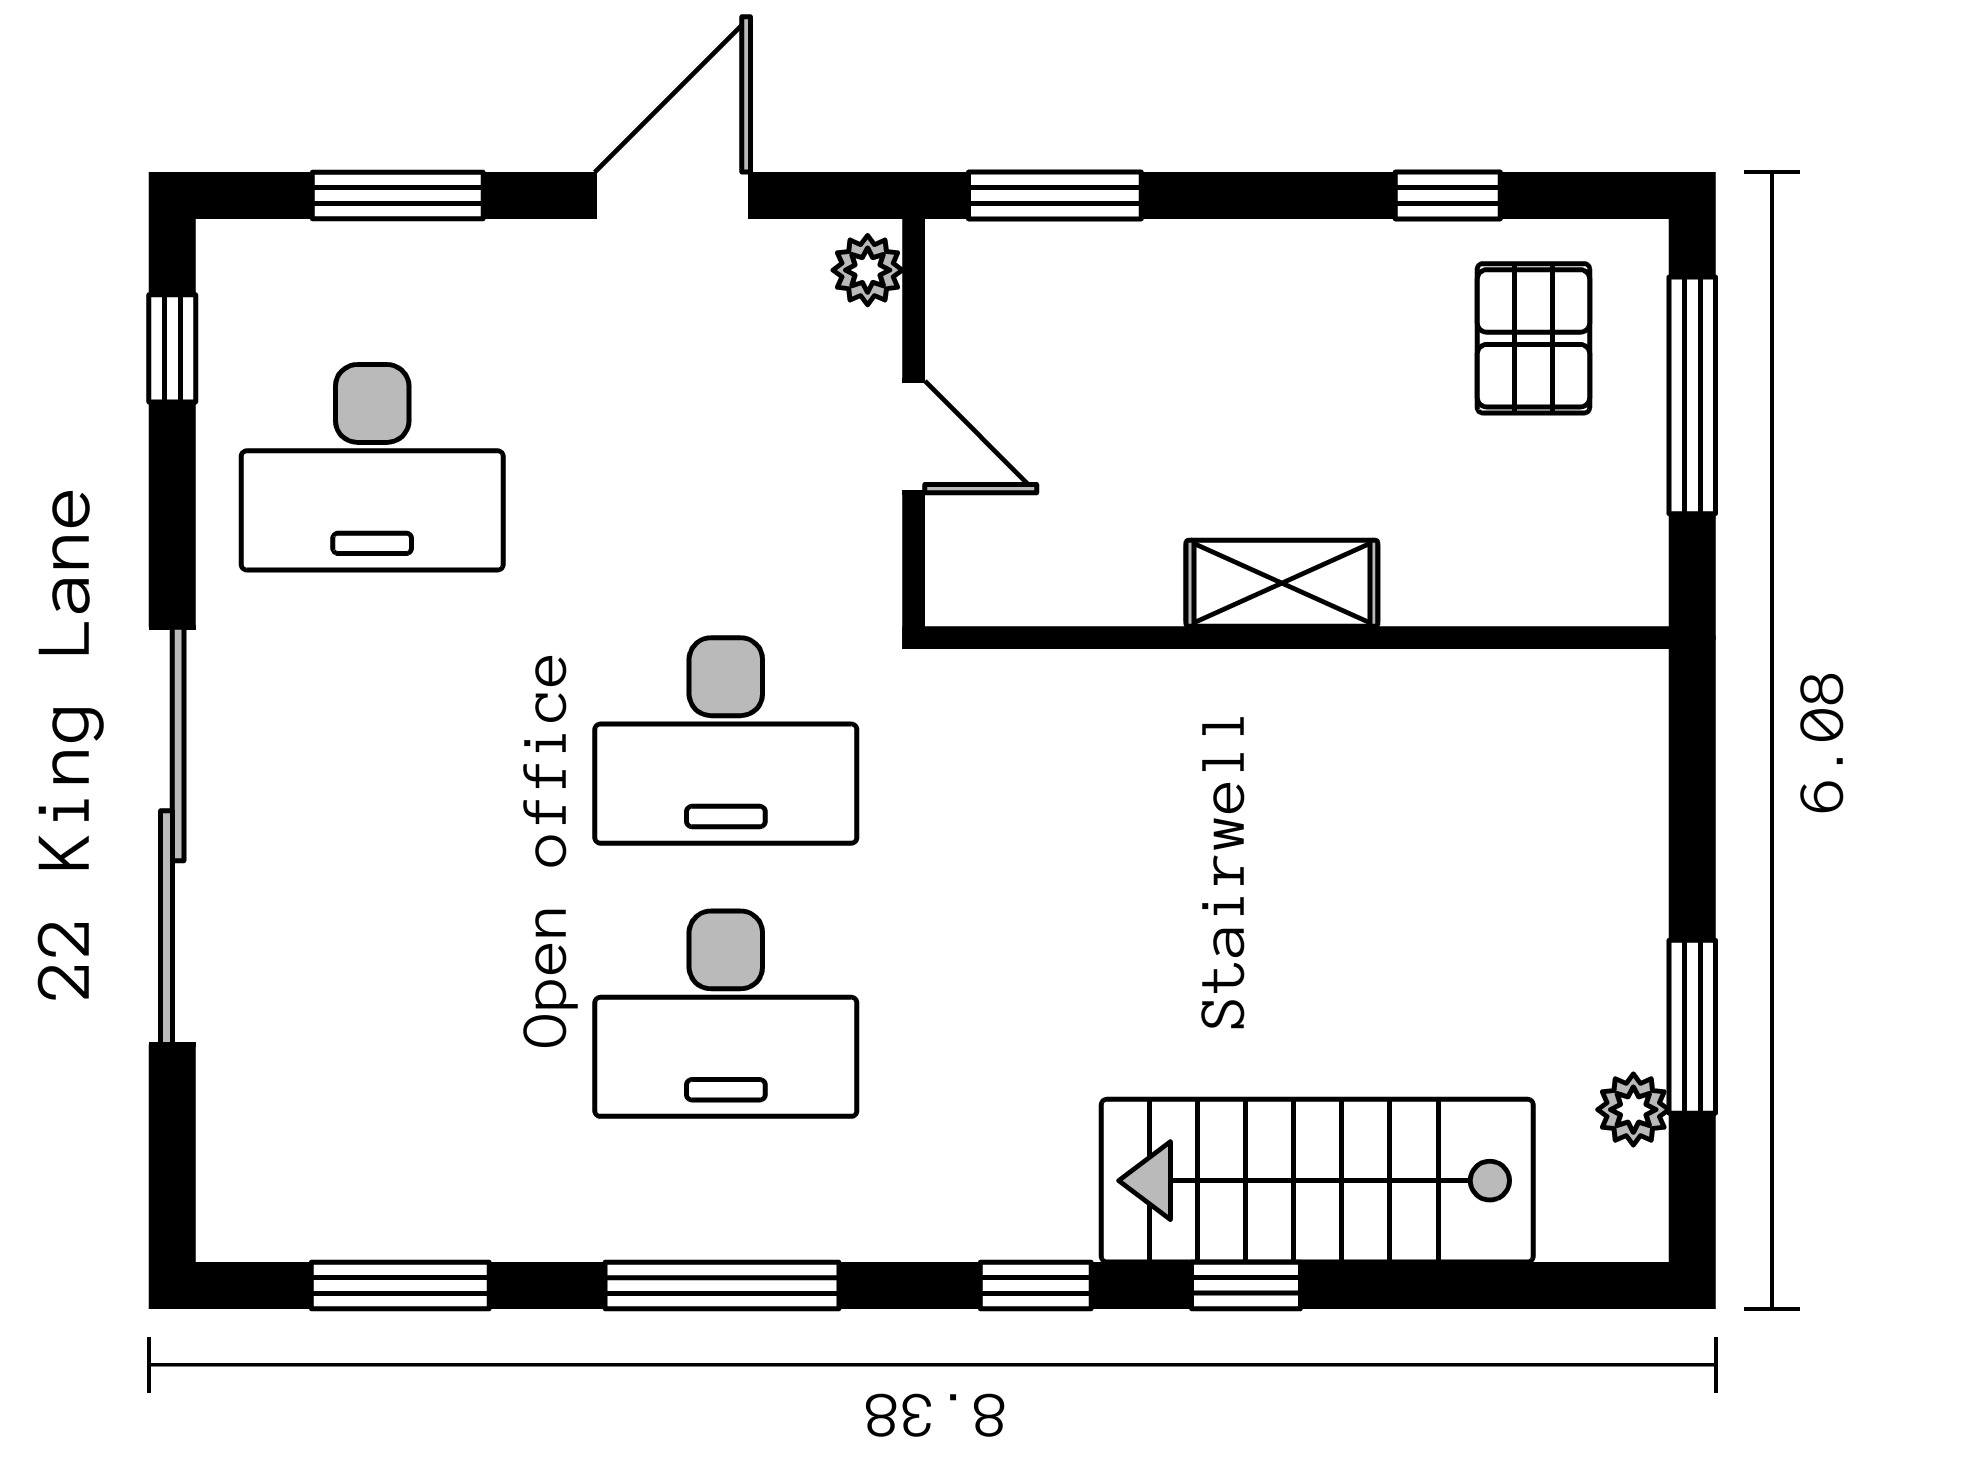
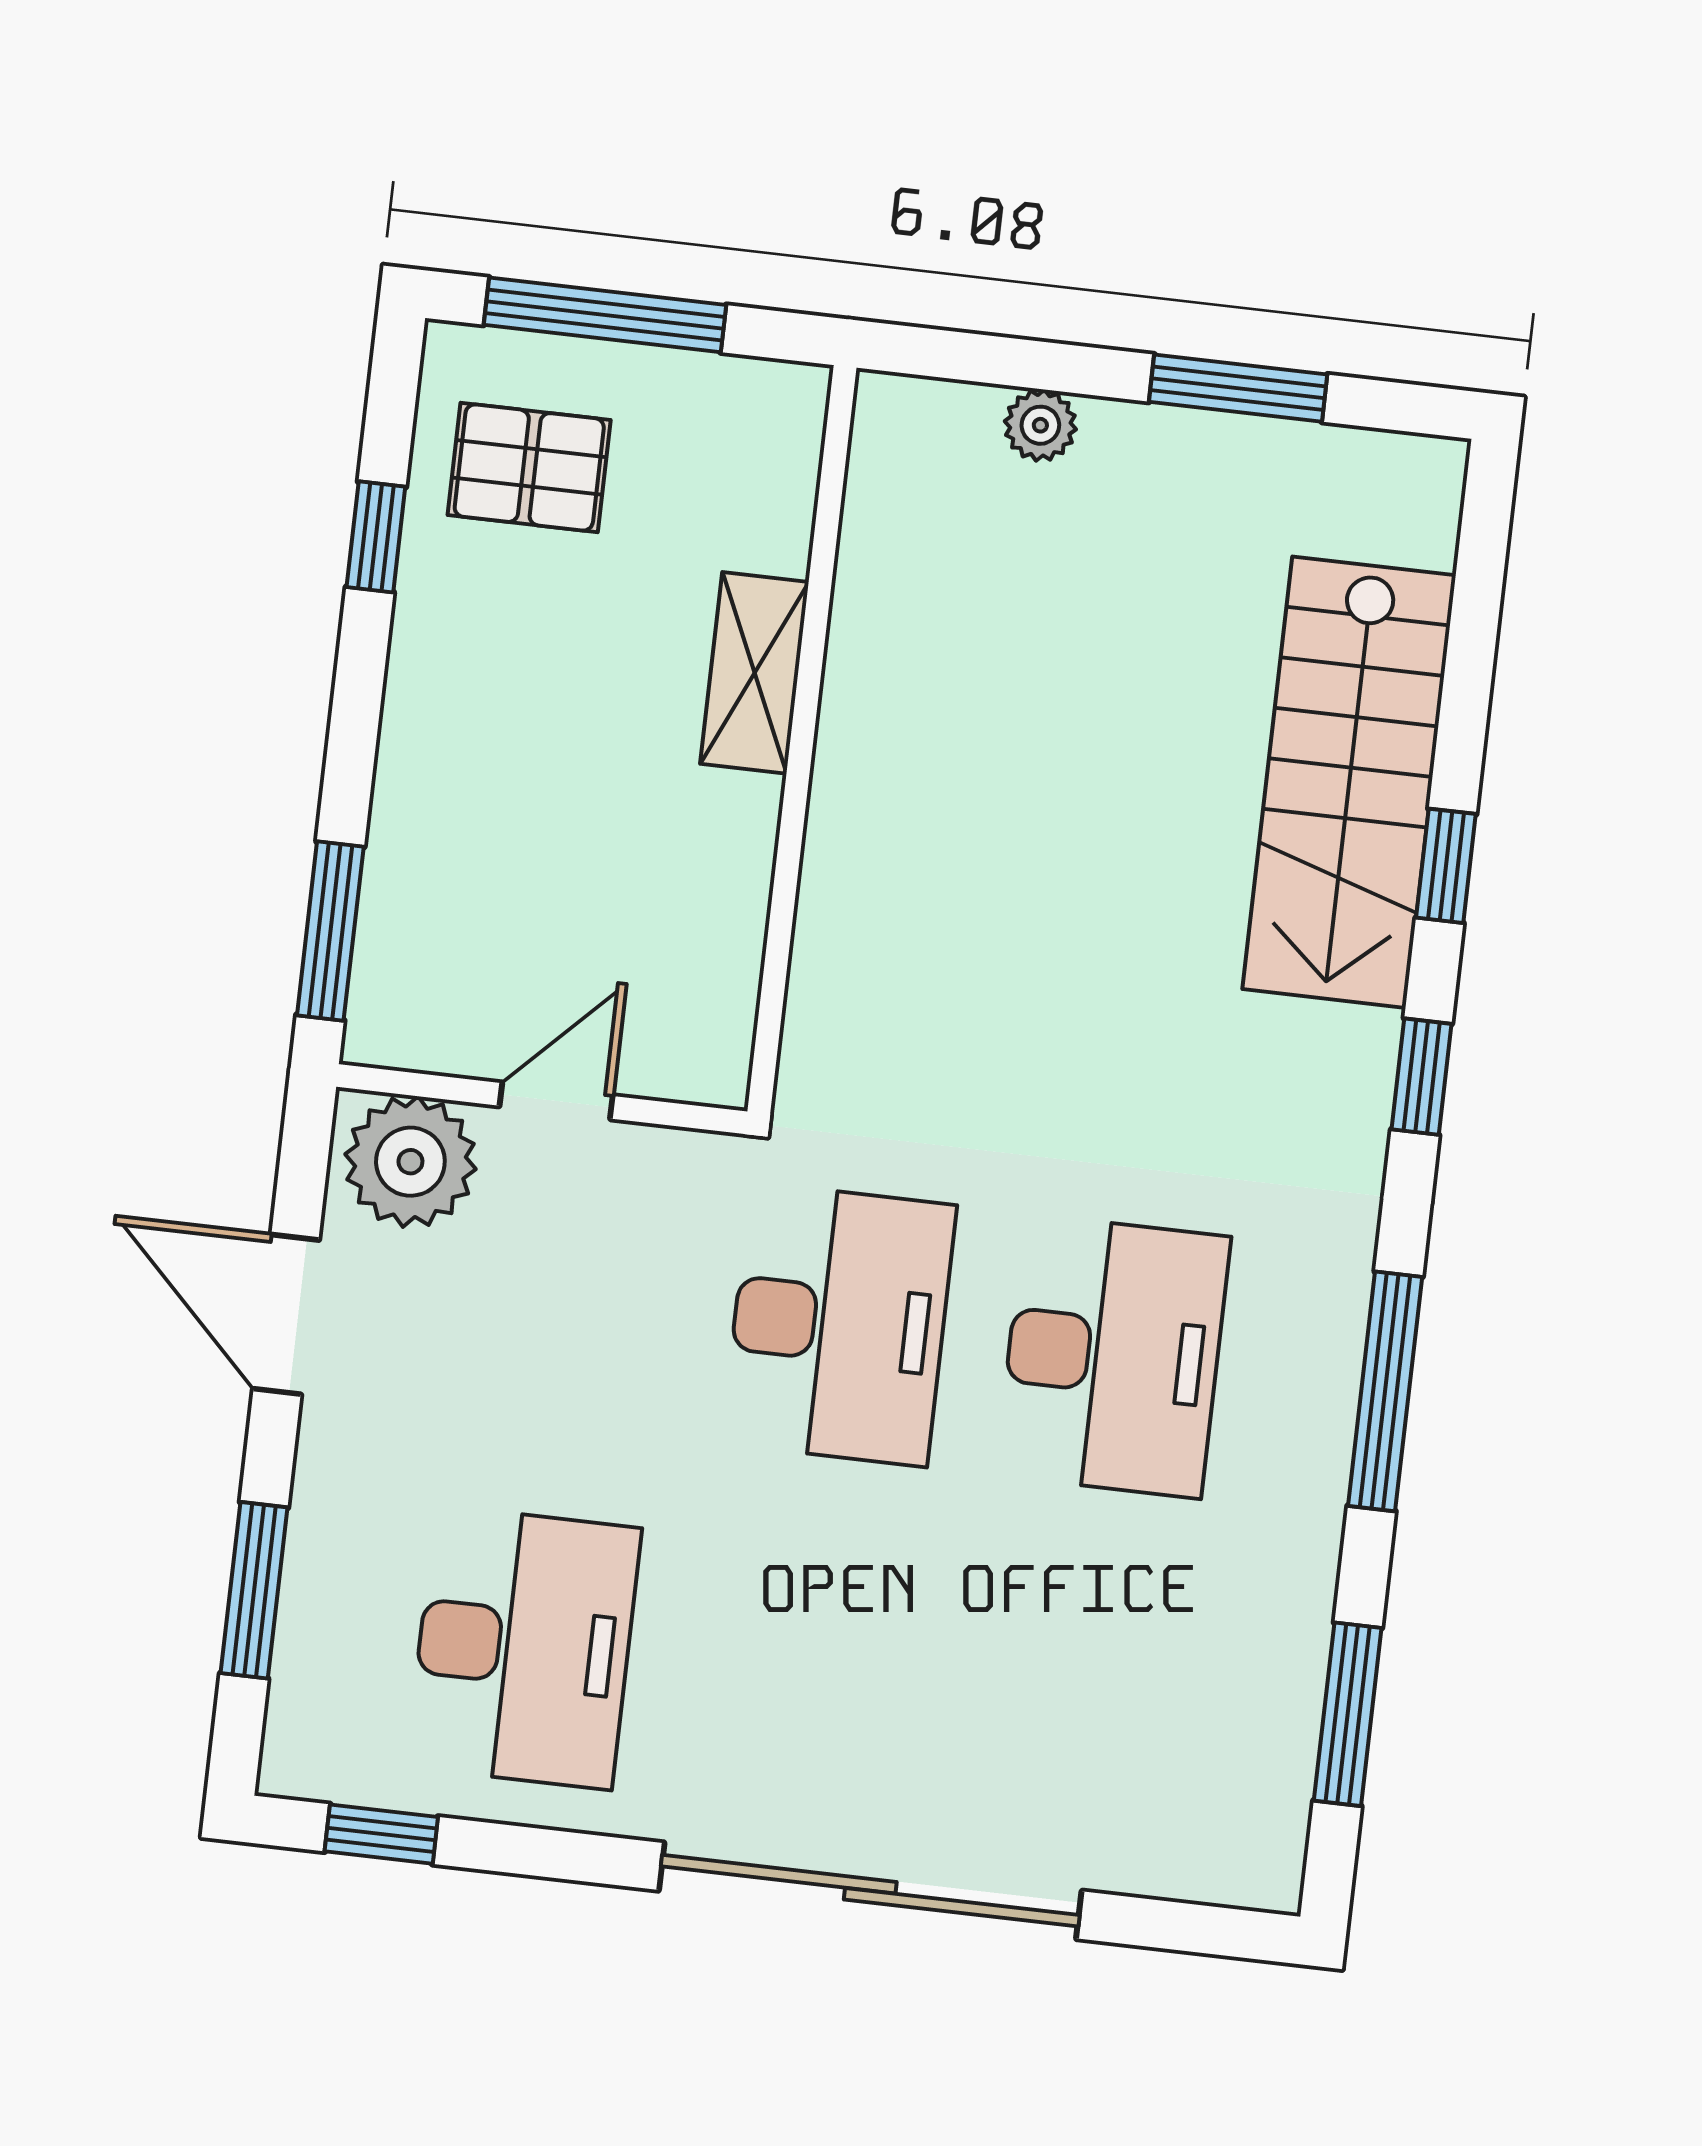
plant: (868, 270) -> (410, 1162), width x1.87, depth x1.87
shelving: (1282, 583) -> (754, 673), moved
plant: (1633, 1110) -> (1040, 425), moved

